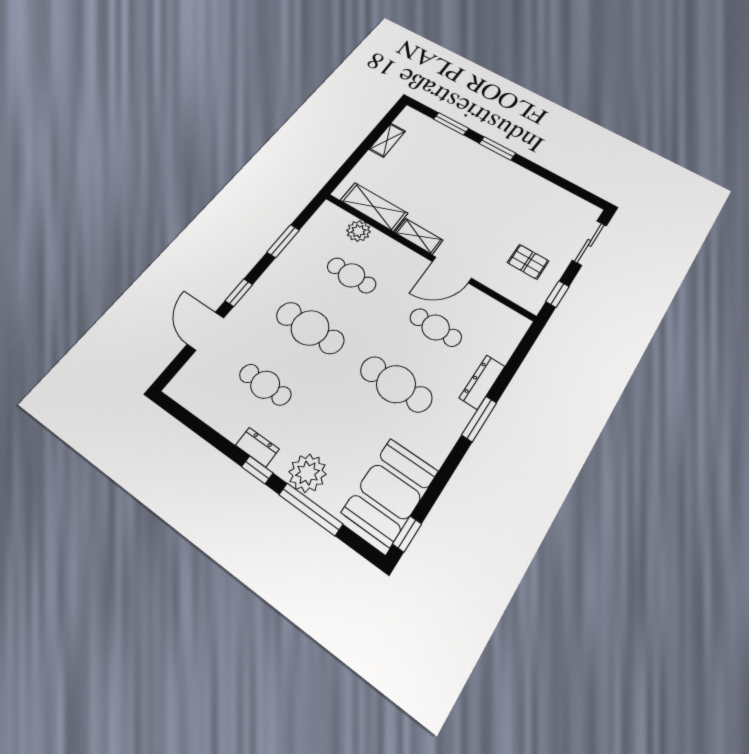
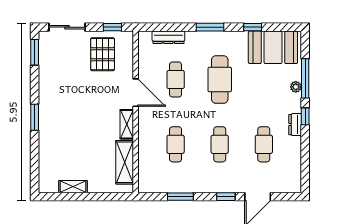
window: (451, 124) -> (35, 52), moved
plant: (358, 231) -> (146, 160), removed
pallet: (528, 262) -> (103, 54), width x1.50, depth x1.42
cafe table: (310, 328) -> (220, 144), width x0.73, depth x0.74
dresser: (482, 382) -> (168, 37), moved
plant: (308, 473) -> (296, 87), width x0.53, depth x0.53
window: (407, 534) -> (253, 27), moved

